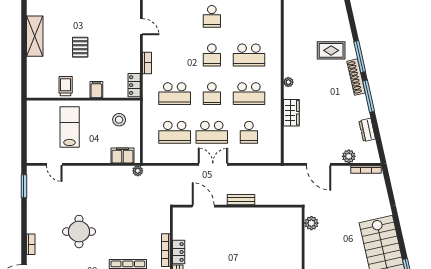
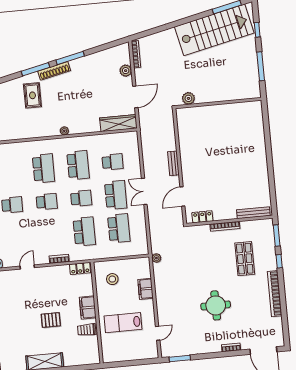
filing cabinet: (96, 90) -> (88, 308), width x2.00
wardrobe: (291, 113) -> (118, 123), moved, width x1.50
dresser: (367, 130) -> (100, 56), removed
filing cabinet: (122, 155) -> (145, 289), moved
locker: (179, 252) -> (202, 217), moved

